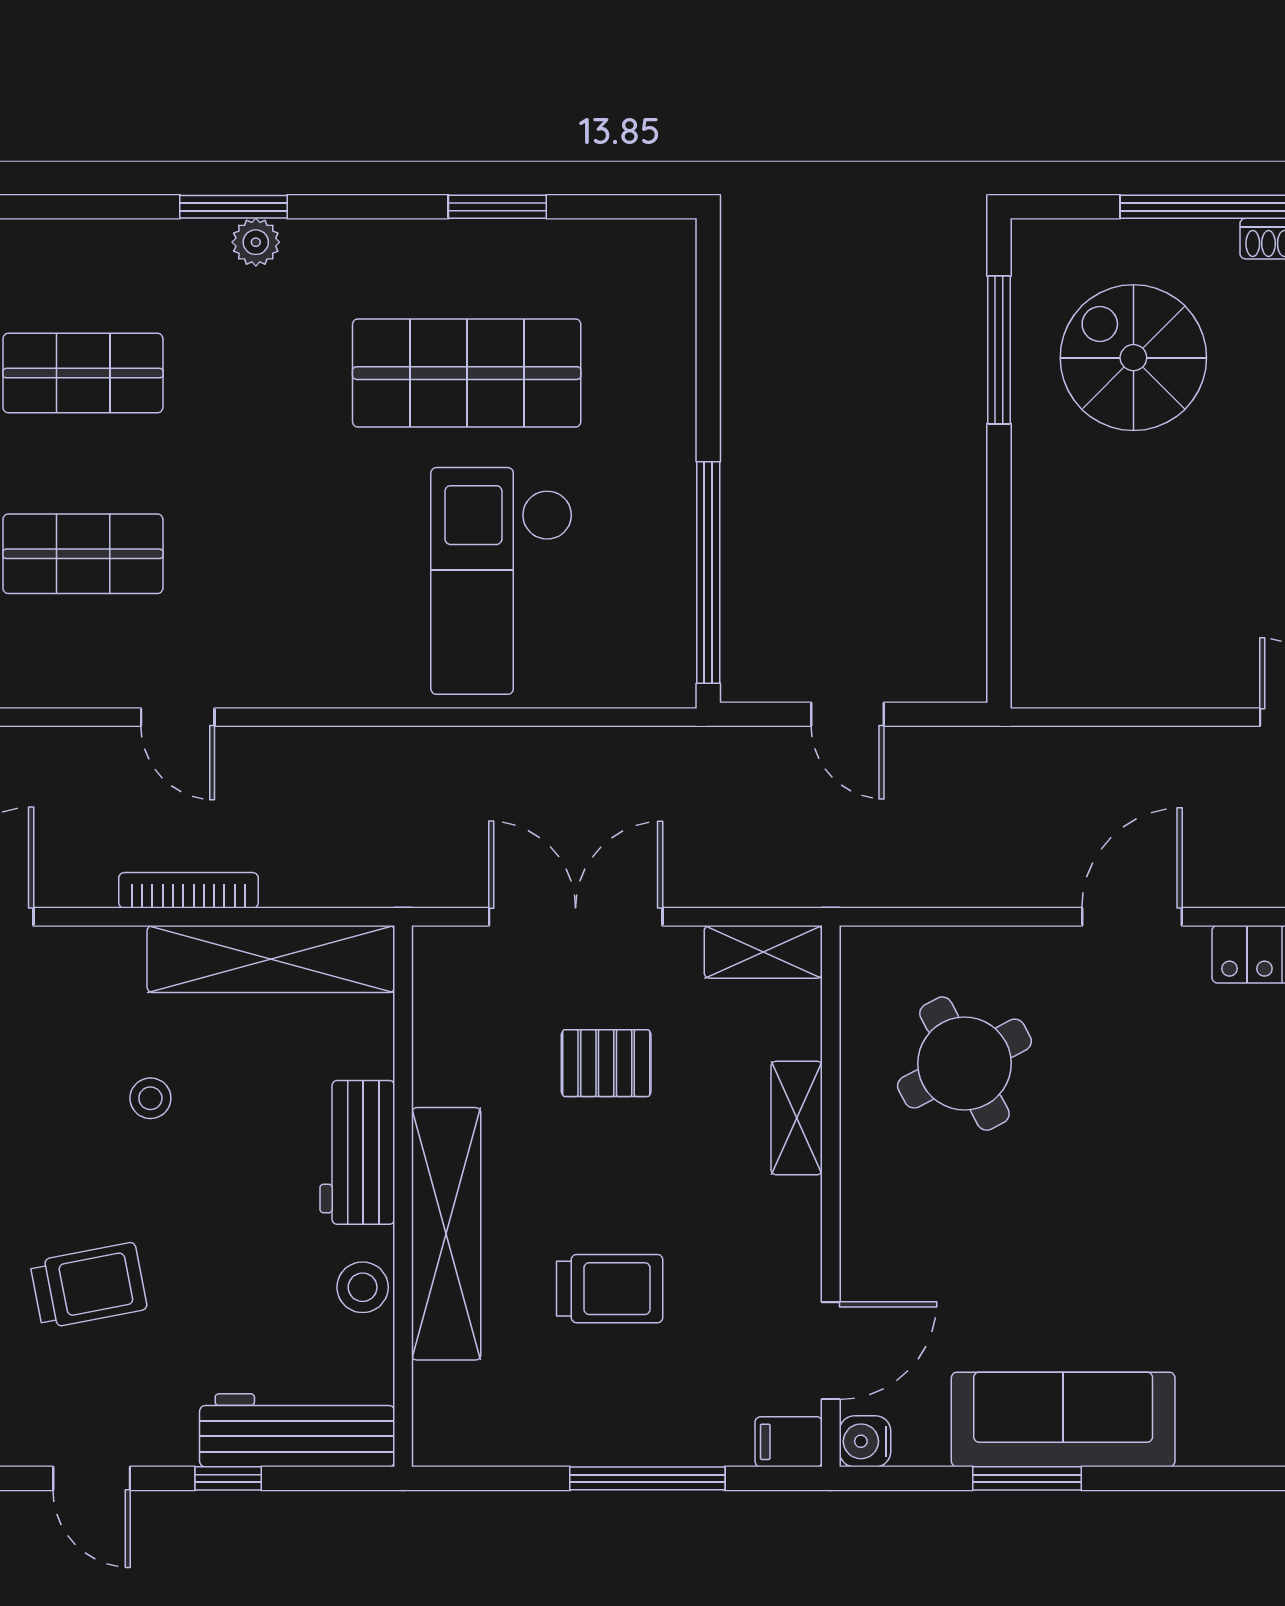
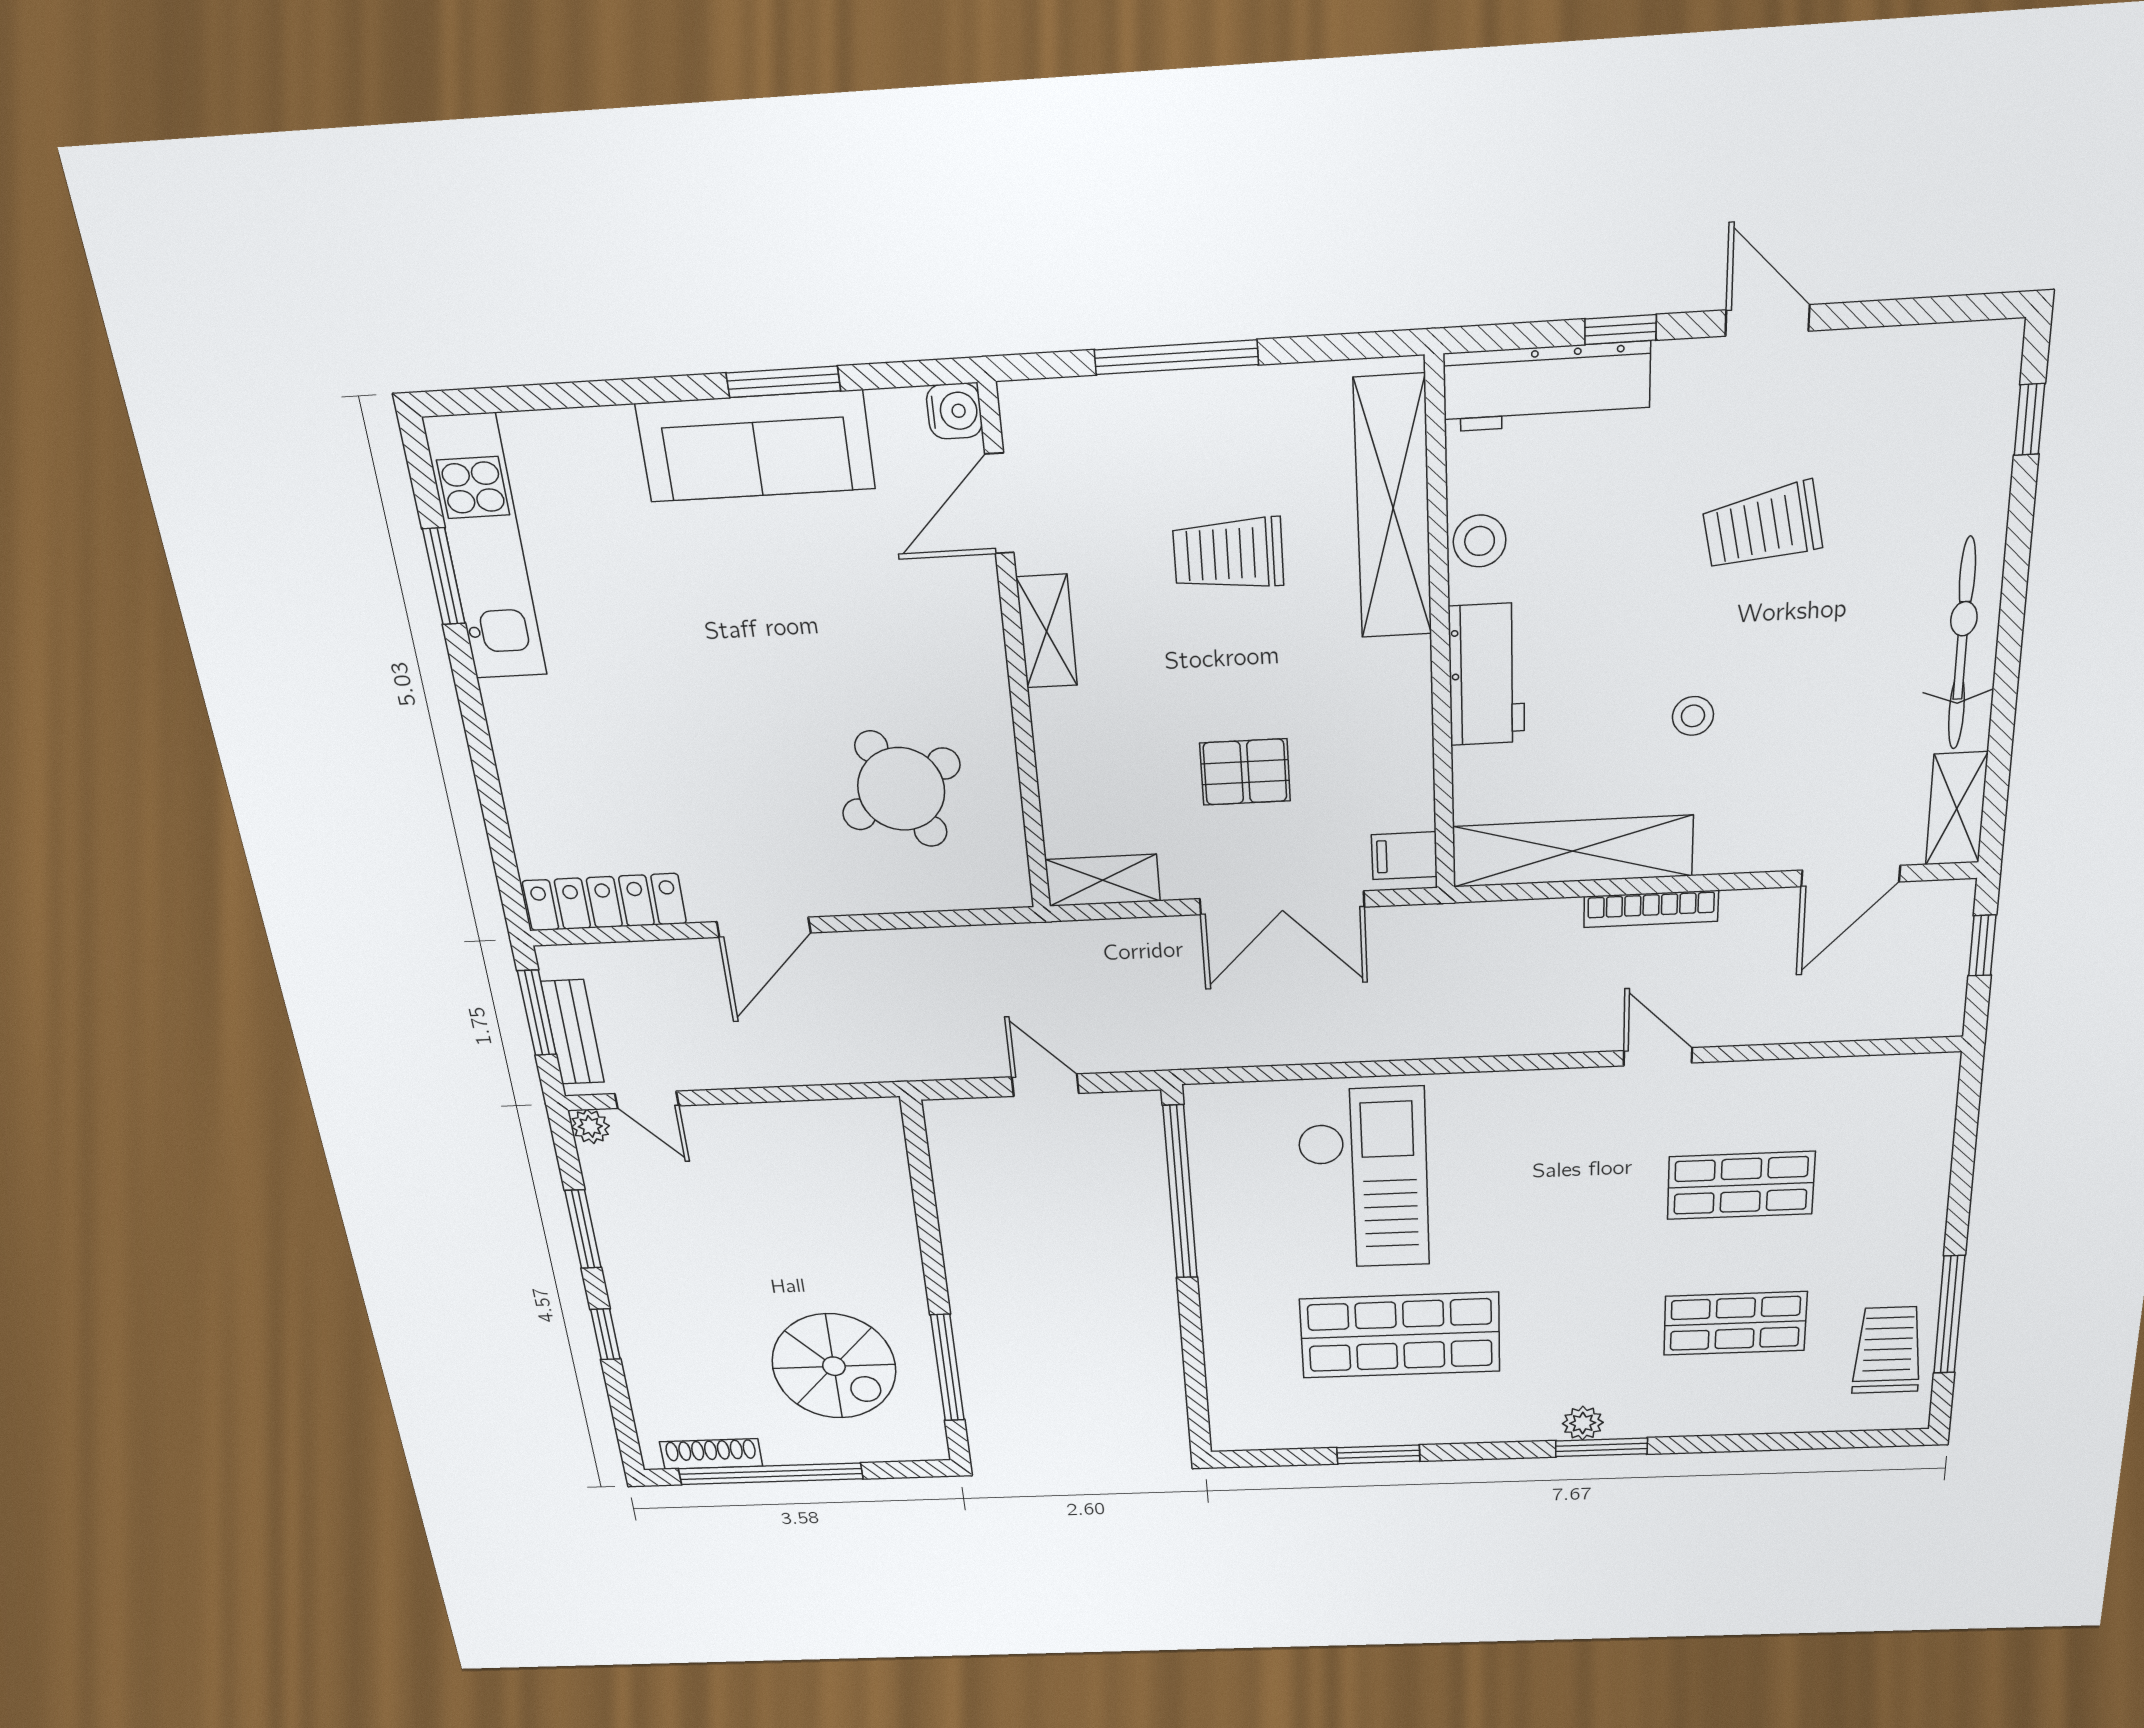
shelving: (797, 1118) -> (1047, 631), moved
shelving: (446, 1234) -> (1393, 508), moved
filing cabinet: (789, 1442) -> (1404, 856), moved, turned 180

